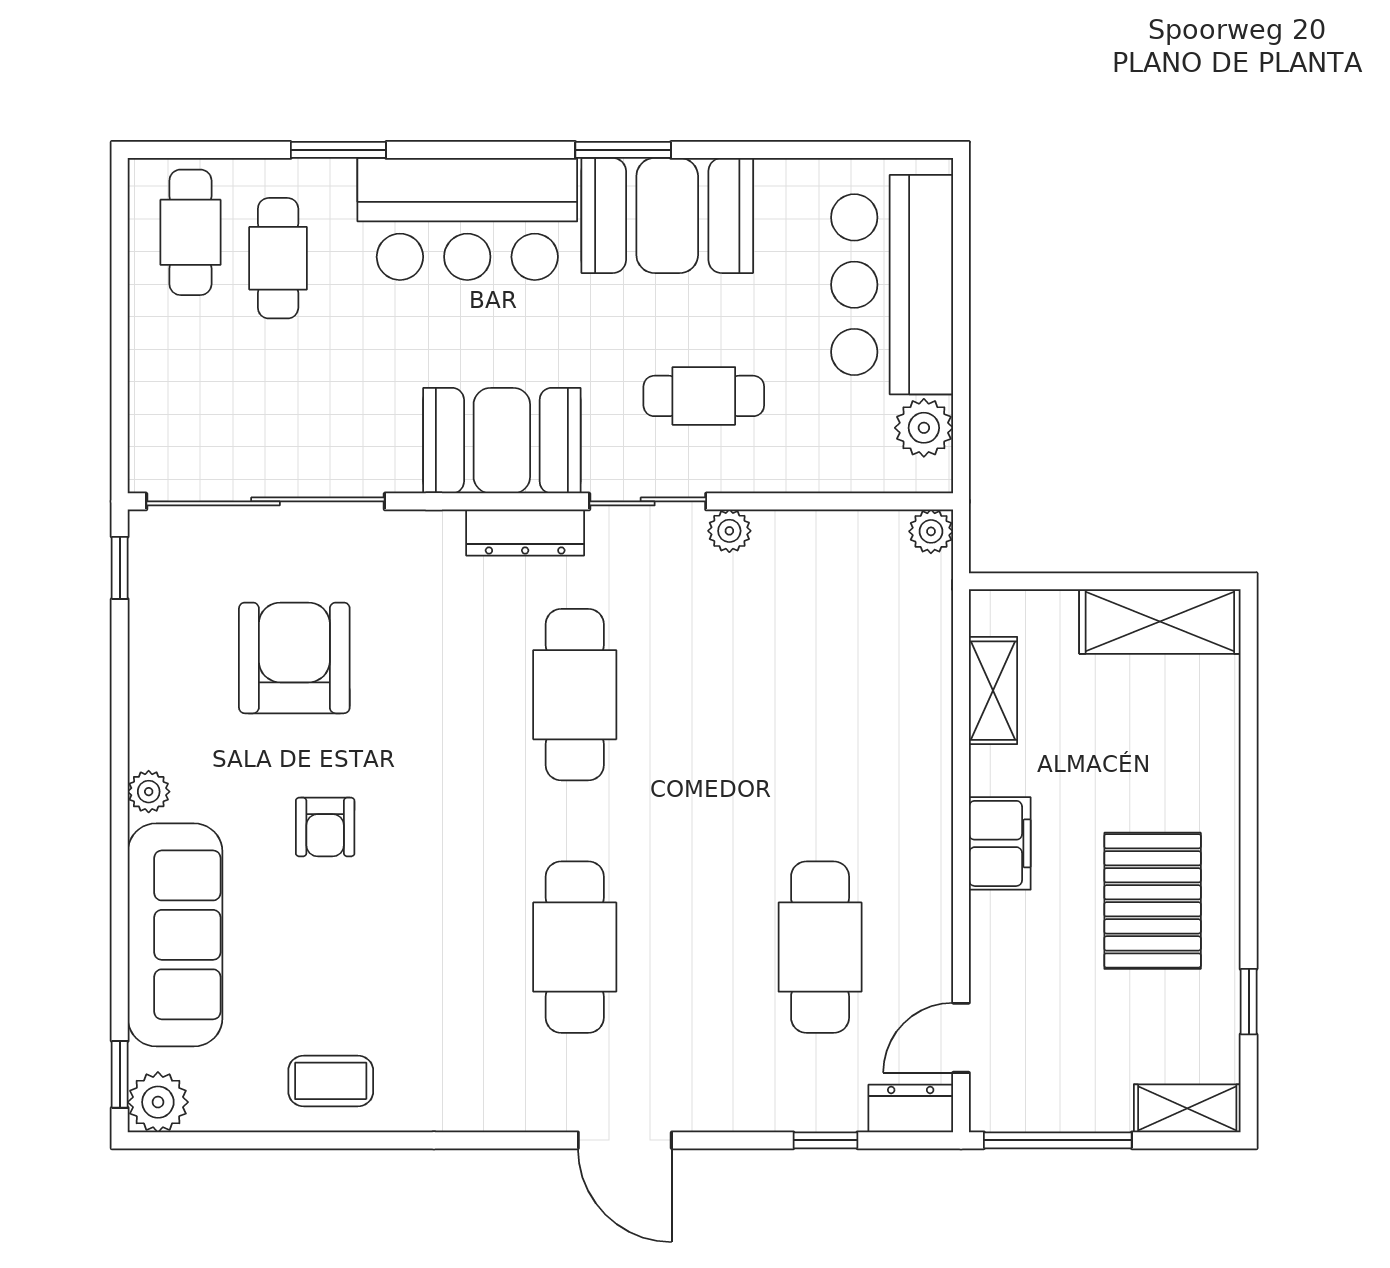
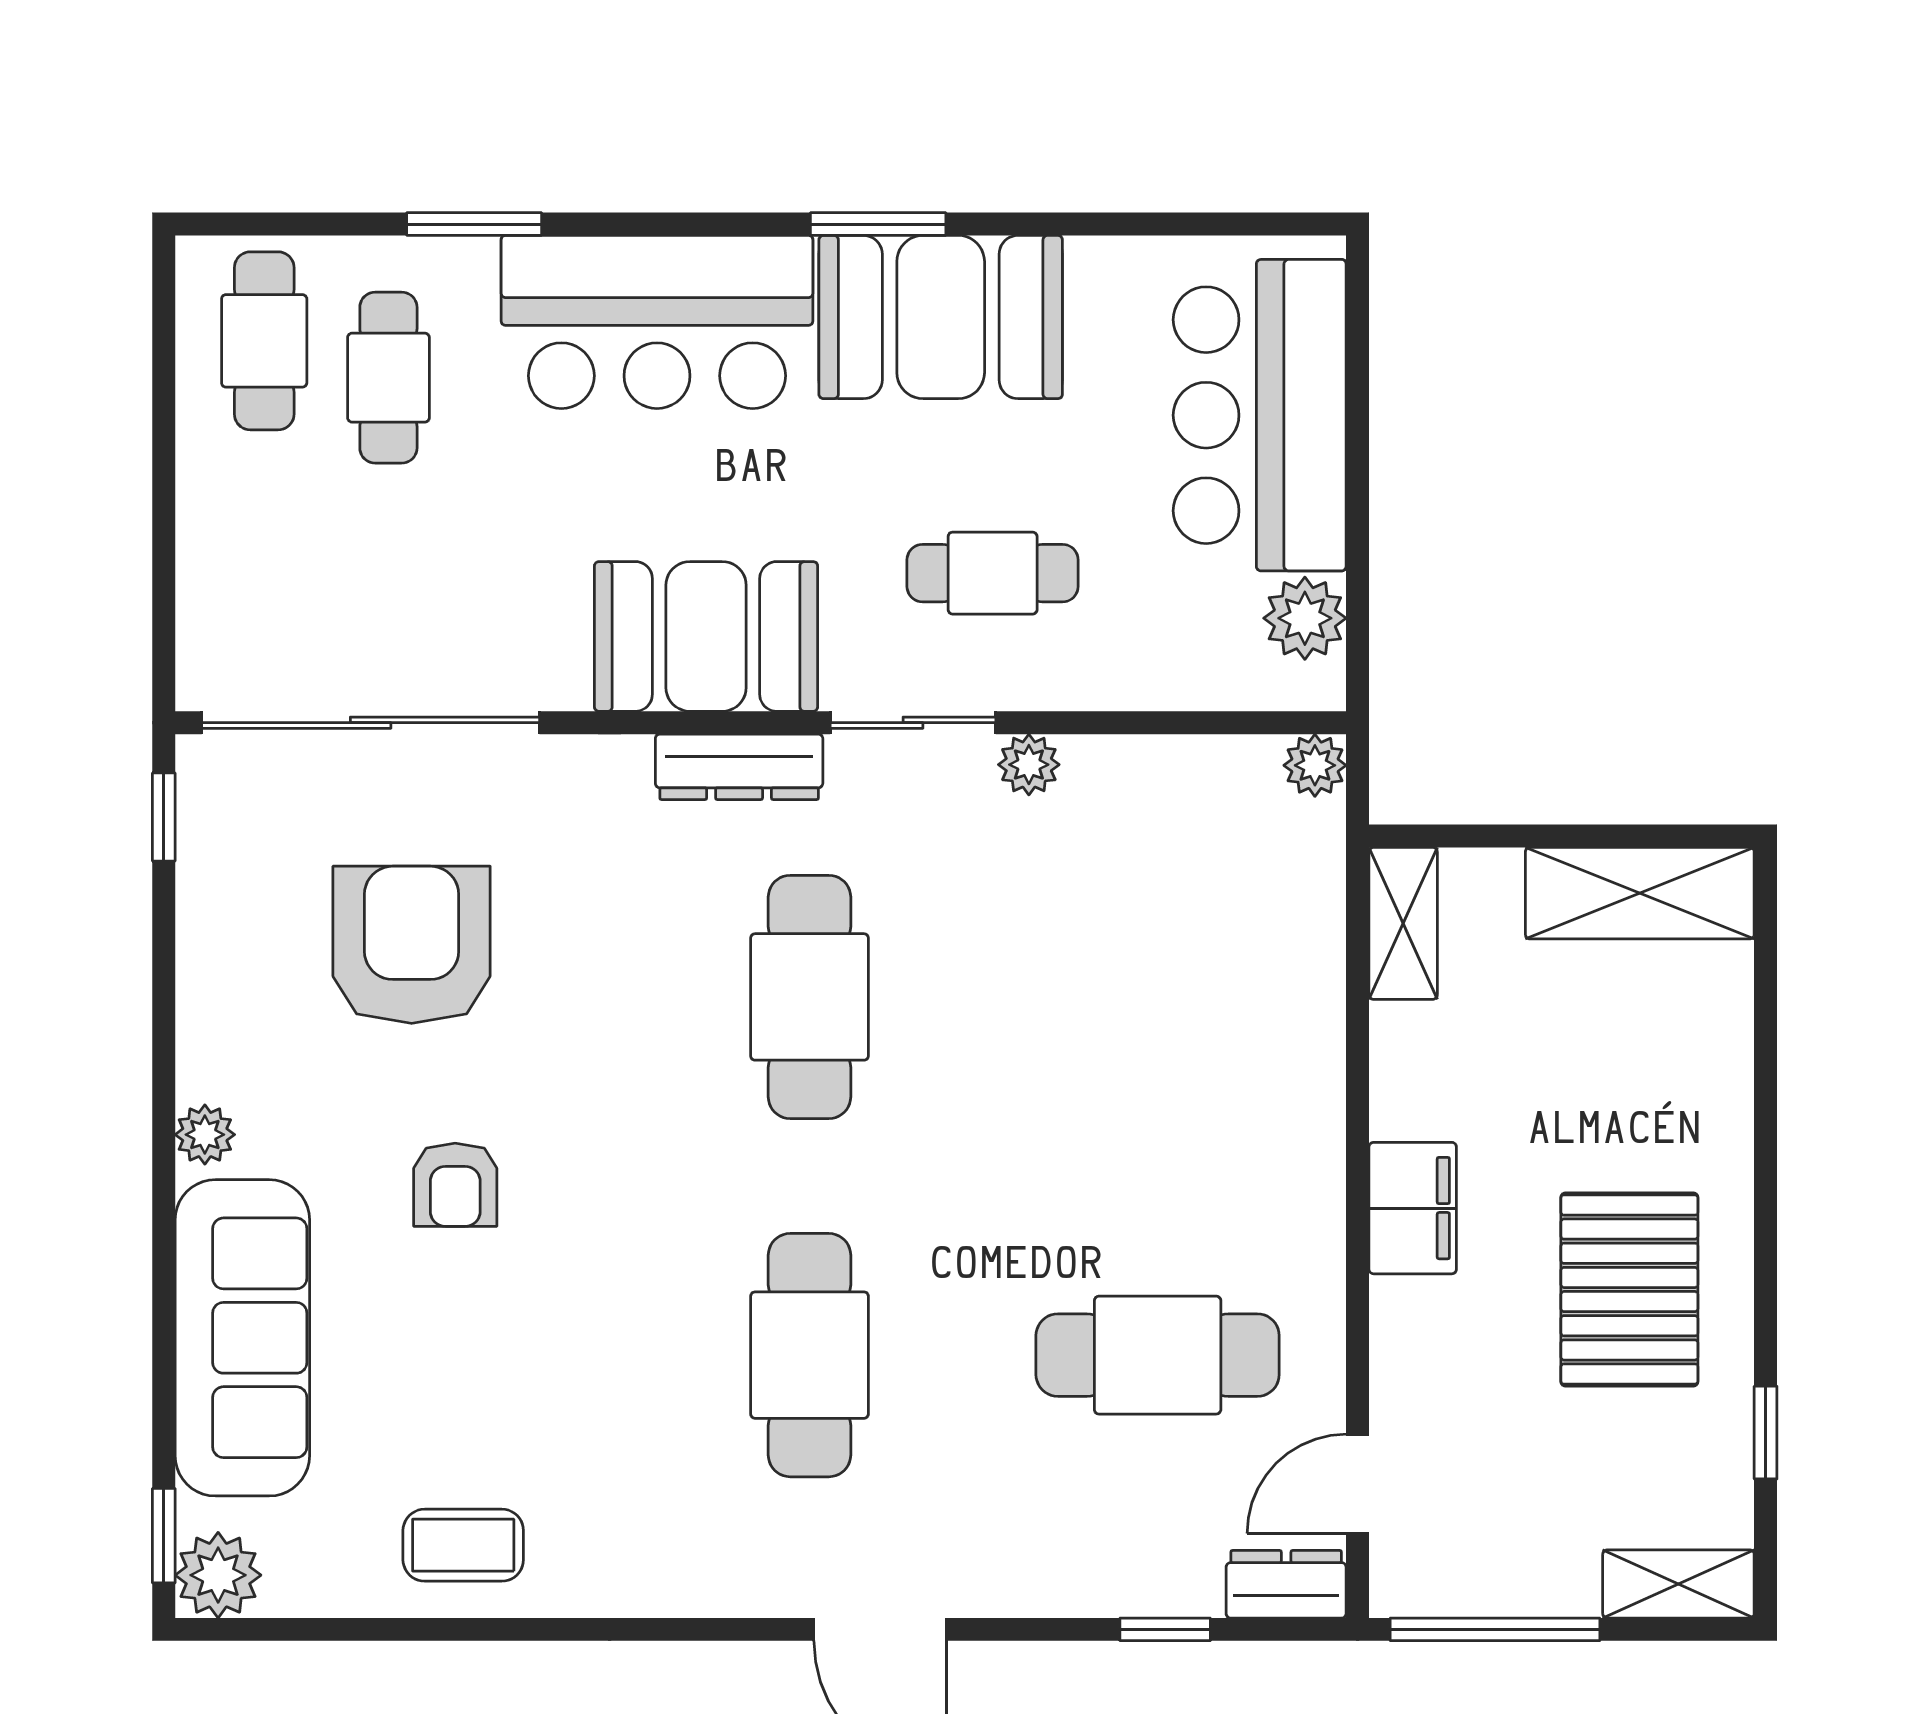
shelving: (993, 691) -> (1403, 923), moved
cafe table: (820, 947) -> (1158, 1355), turned 90

